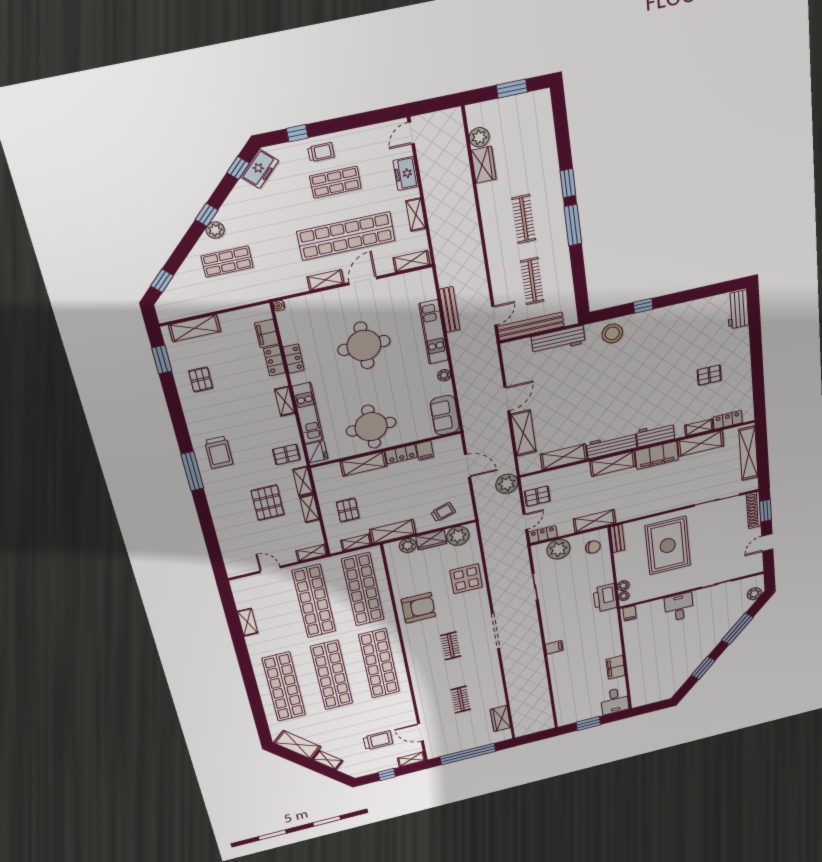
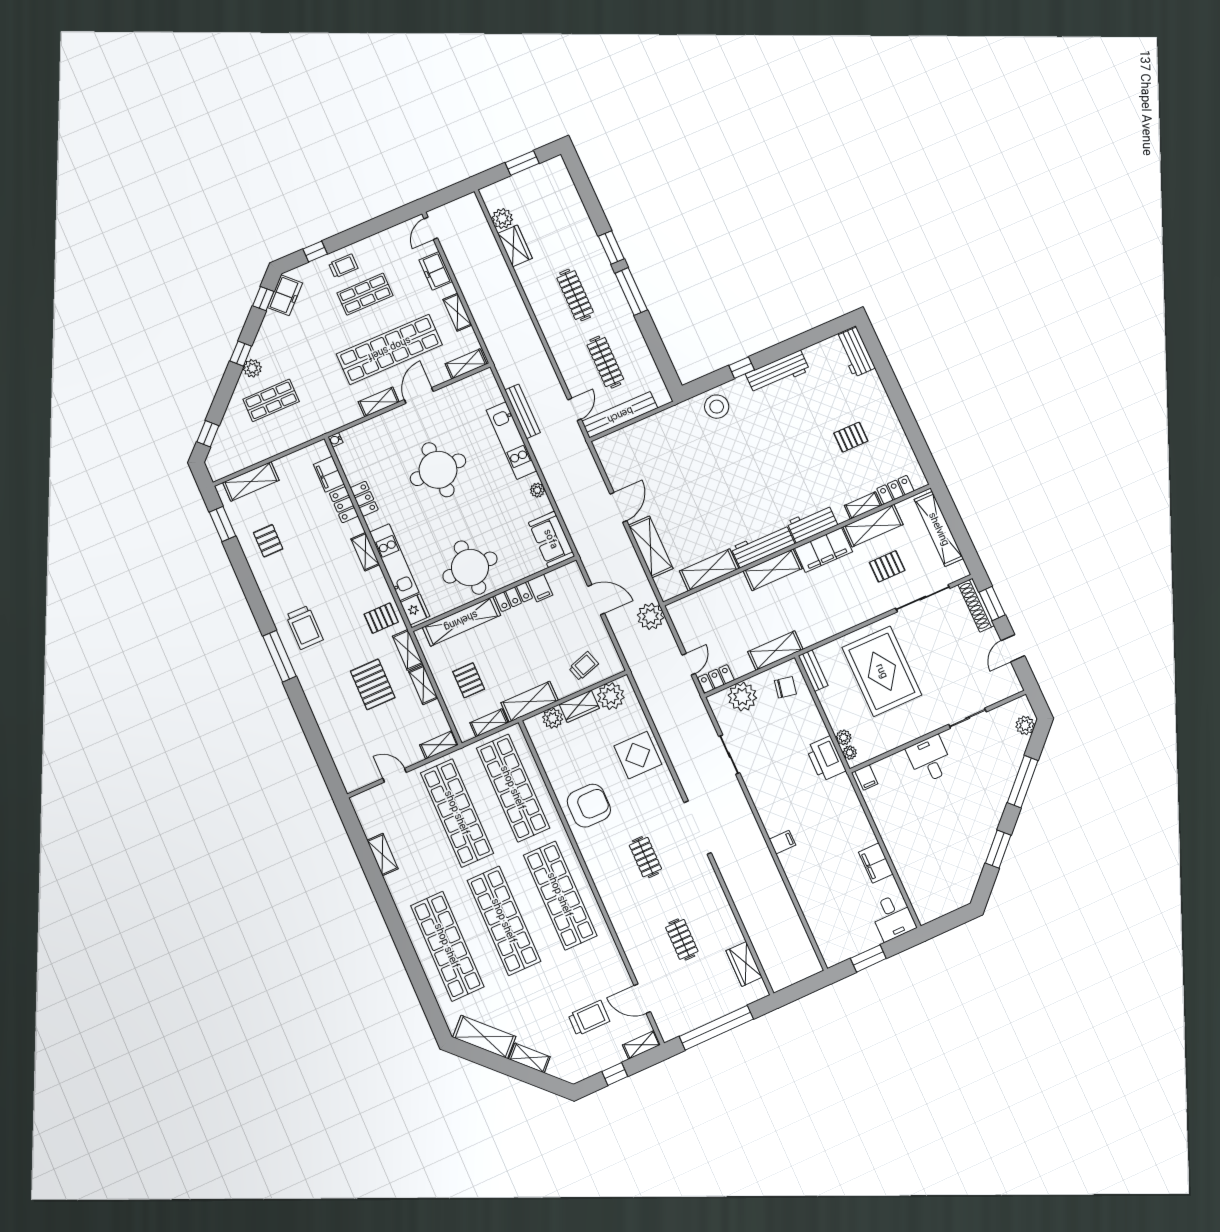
workbench: (558, 340) -> (778, 372), moved
shelving: (363, 464) -> (461, 621), width x1.47
pallet: (537, 496) -> (887, 566), moved

